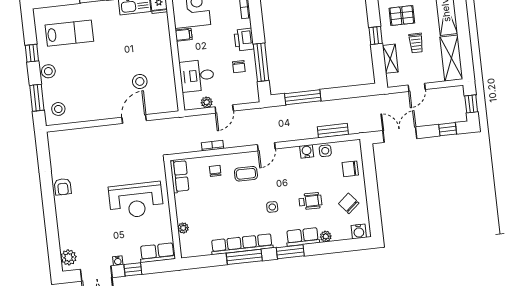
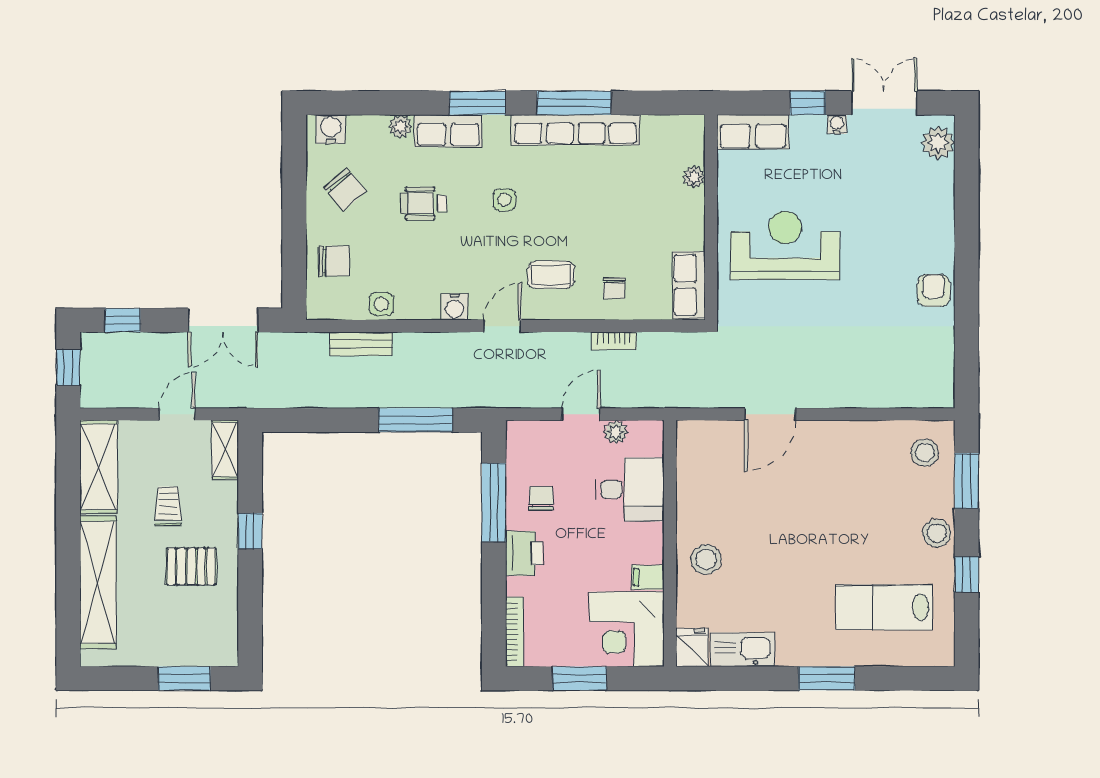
shelving: (390, 59) -> (225, 450), moved
stool: (140, 81) -> (706, 559), moved
water cooler: (307, 151) -> (455, 307), moved

